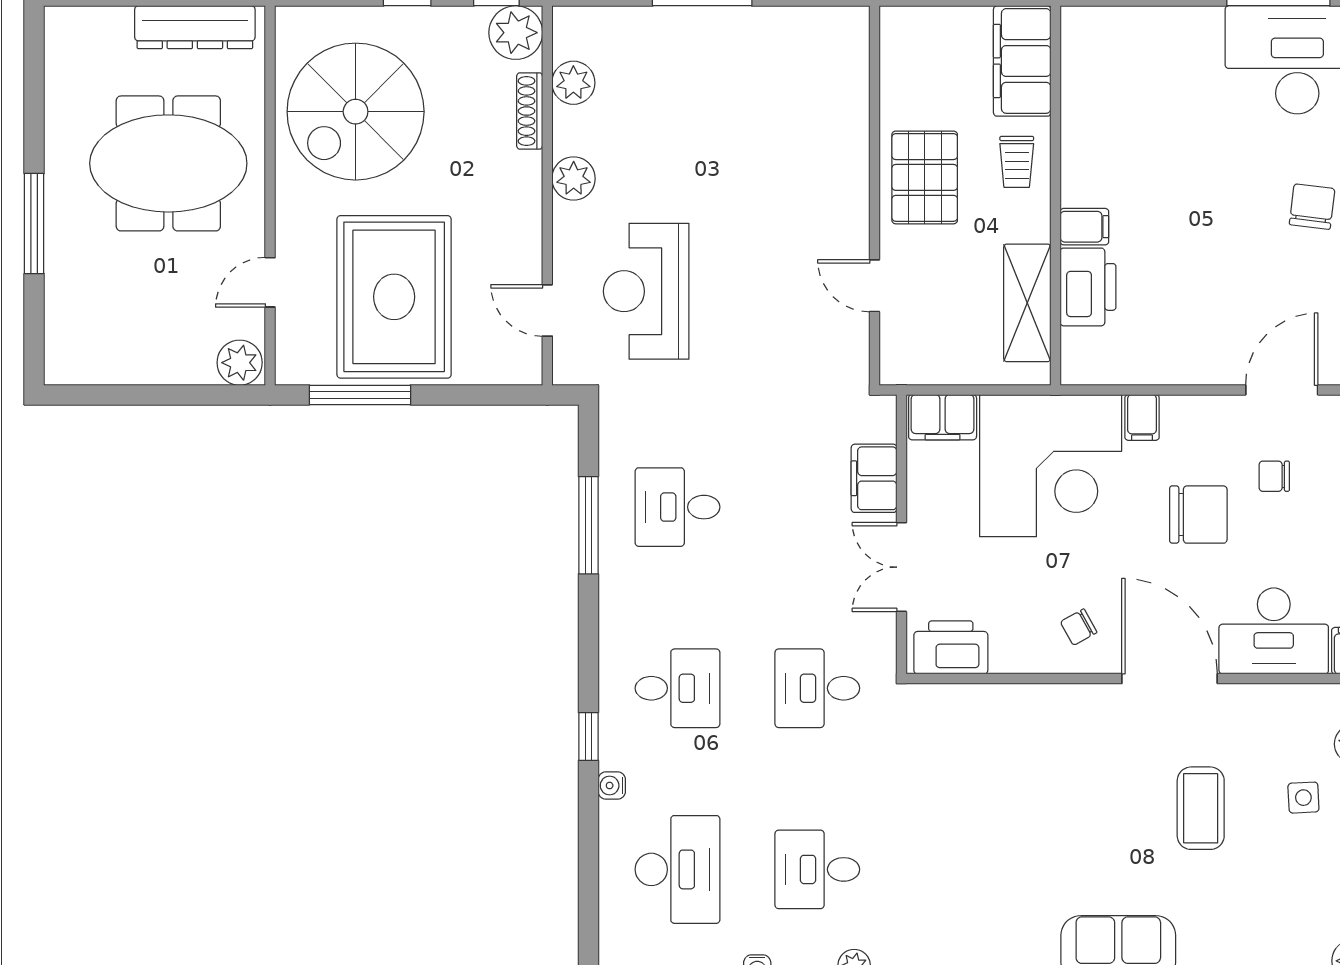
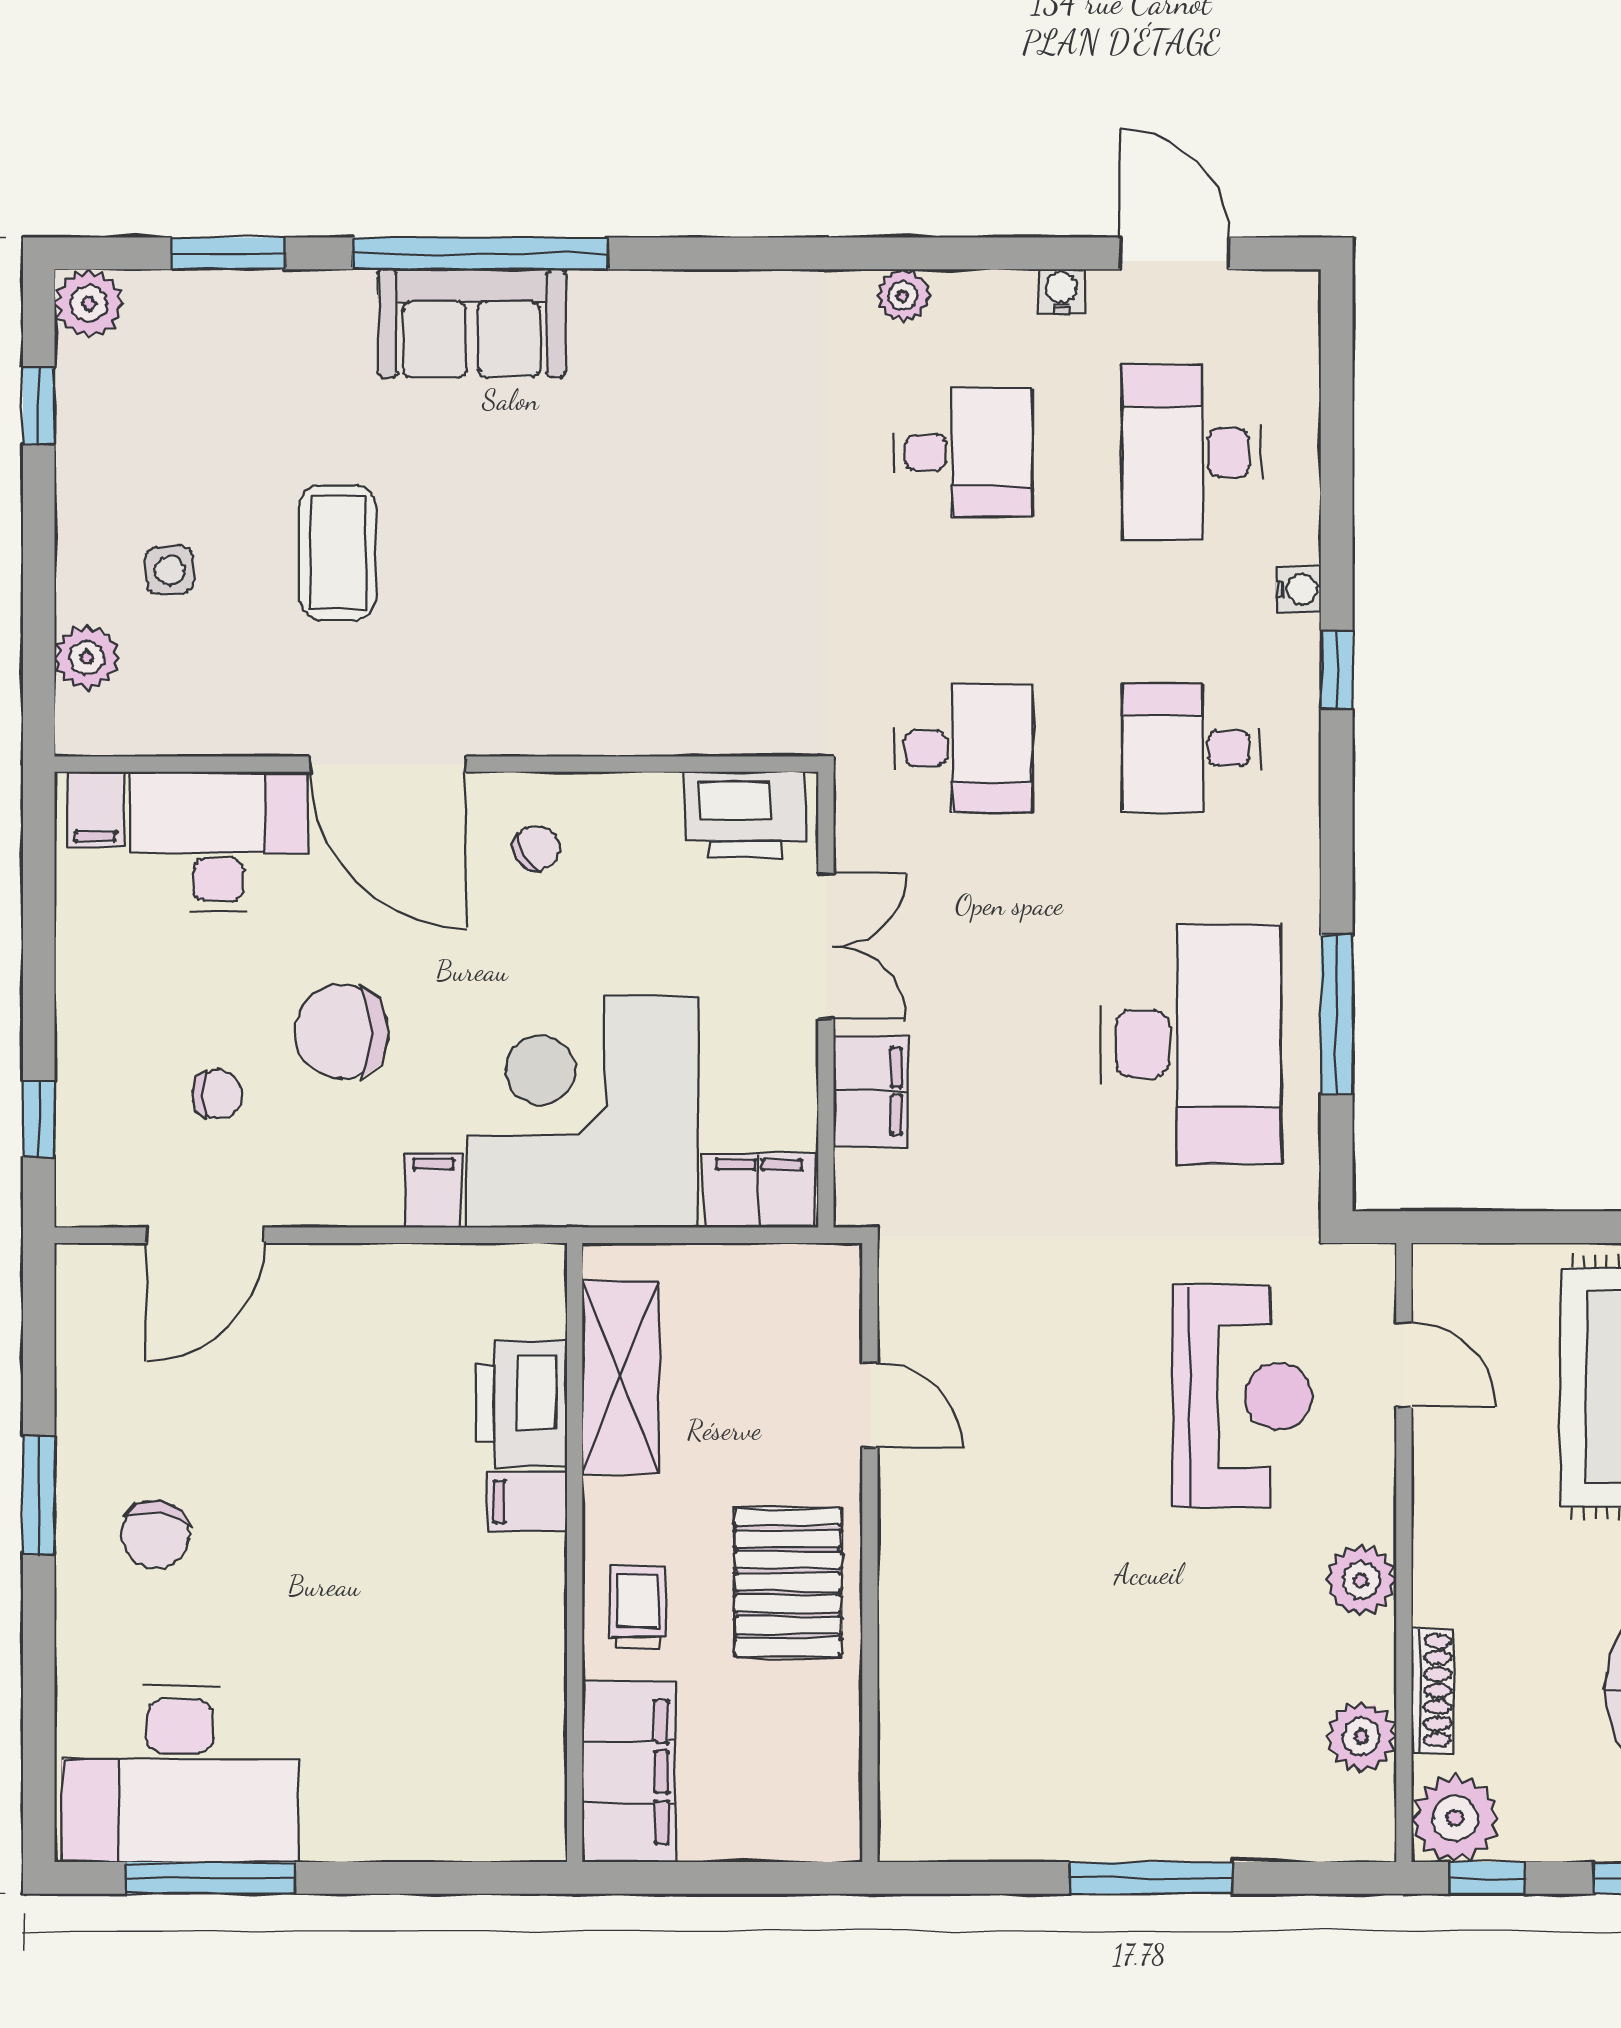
desk: (678, 507) -> (1191, 1044), width x1.87, depth x1.30

